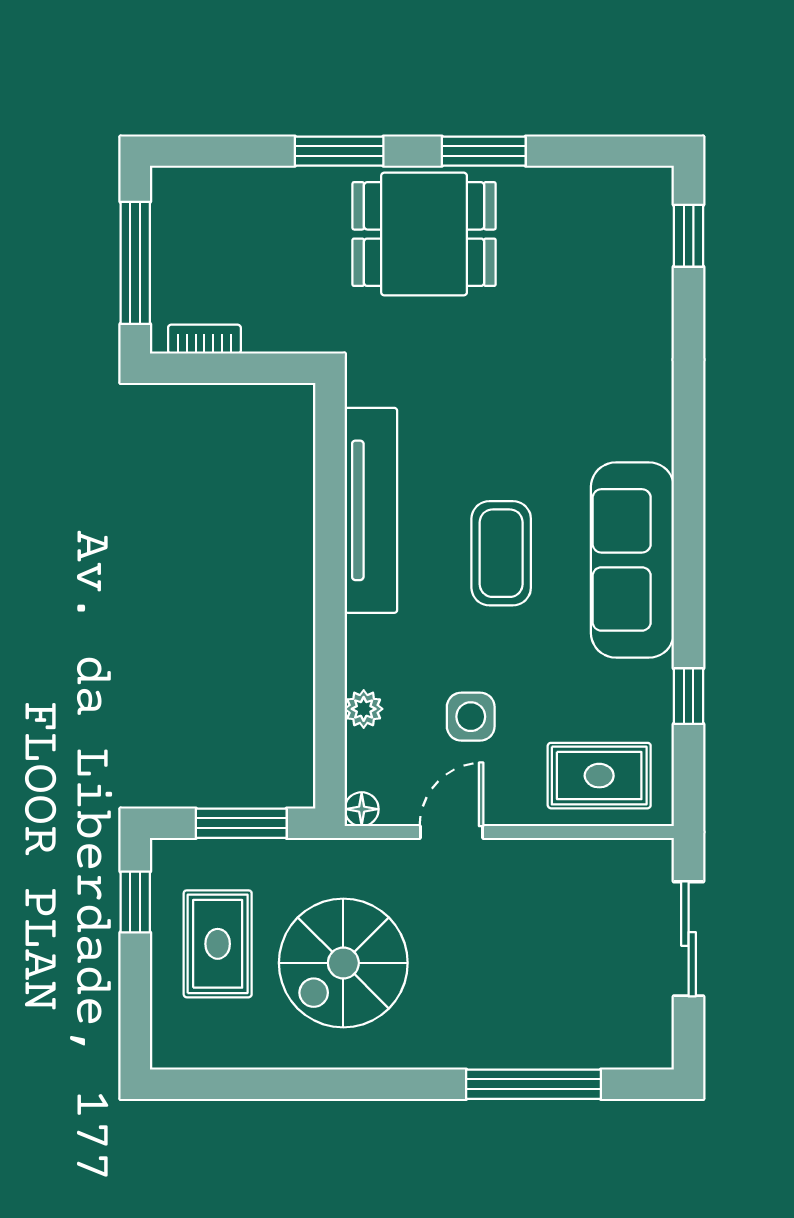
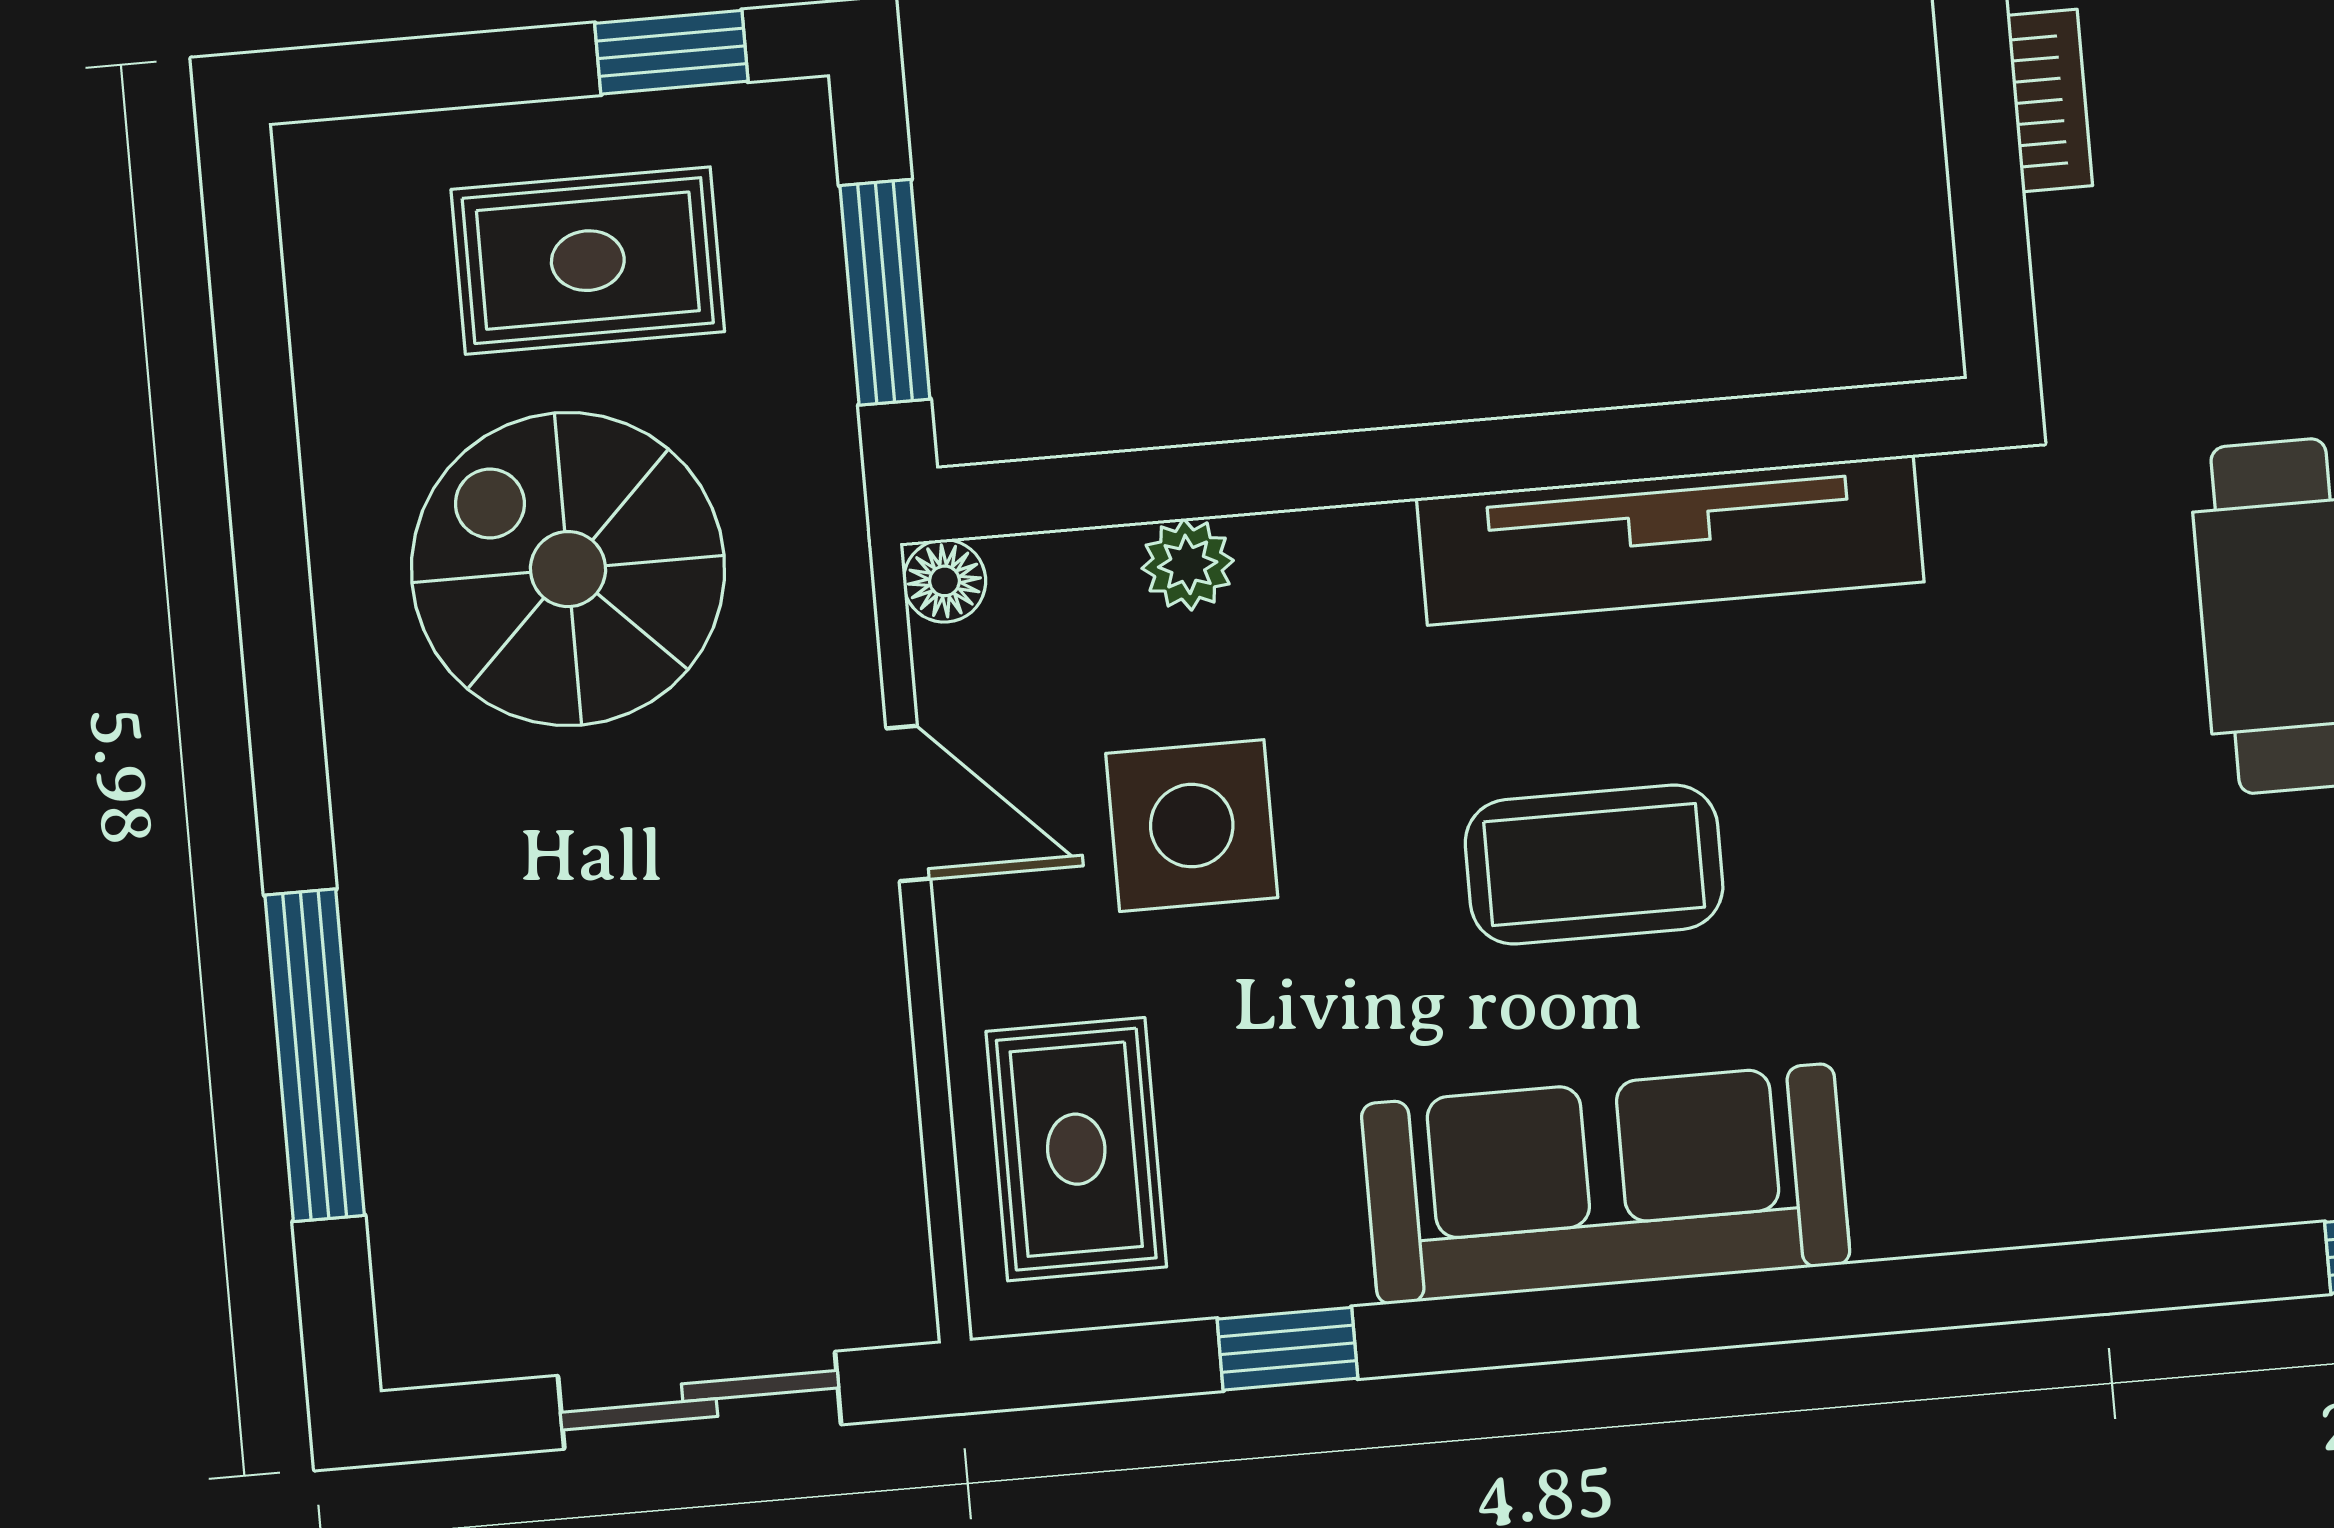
side table: (471, 717) -> (1192, 826), width x1.37, depth x1.37

